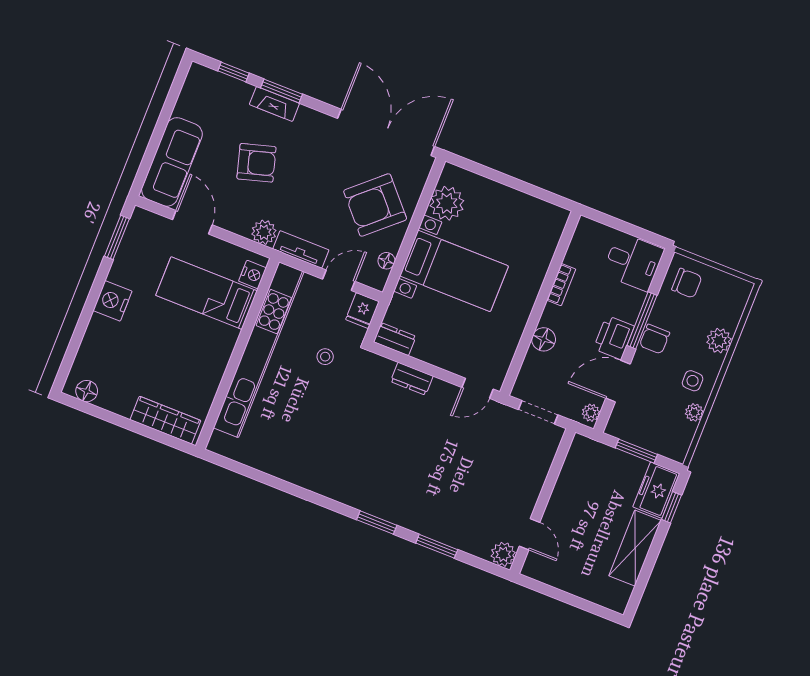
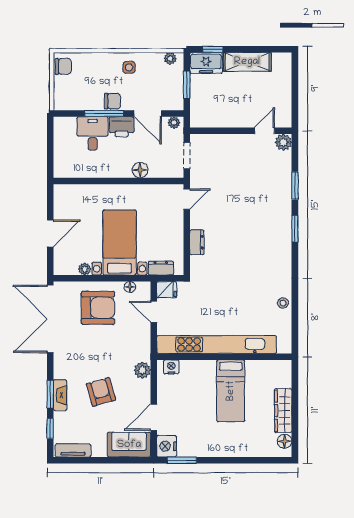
sofa: (172, 162) -> (129, 445), width x0.73
door: (505, 179) -> (50, 233), added
plant: (447, 203) -> (85, 269), width x0.53, depth x0.53
armchair: (375, 205) -> (98, 308), turned -48
tv unit: (301, 249) -> (73, 450), moved, turned 90
desk: (633, 262) -> (93, 133), moved
chair: (687, 283) -> (63, 66), moved, turned 90
bookcase: (561, 285) -> (102, 173), removed
bed: (207, 293) -> (231, 391), moved
nightstand: (113, 301) -> (167, 446), moved, turned 90
dresser: (395, 339) -> (161, 268), moved, turned 90
plant: (719, 341) -> (98, 61), removed
stool: (325, 357) -> (283, 303), moved
door: (477, 388) -> (187, 199), hinge flipped
plant: (694, 412) -> (170, 58), moved
wardrobe: (165, 420) -> (283, 411), moved

